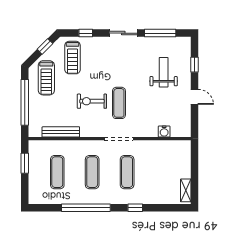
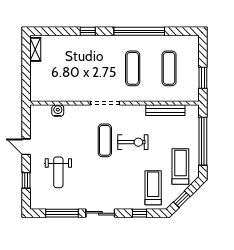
exercise mat: (127, 172) -> (96, 68), removed

